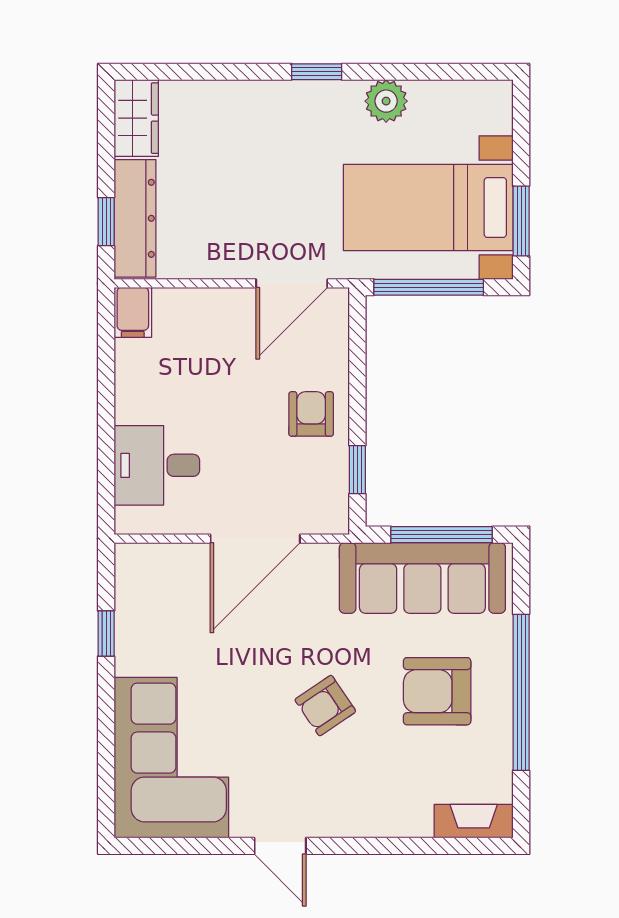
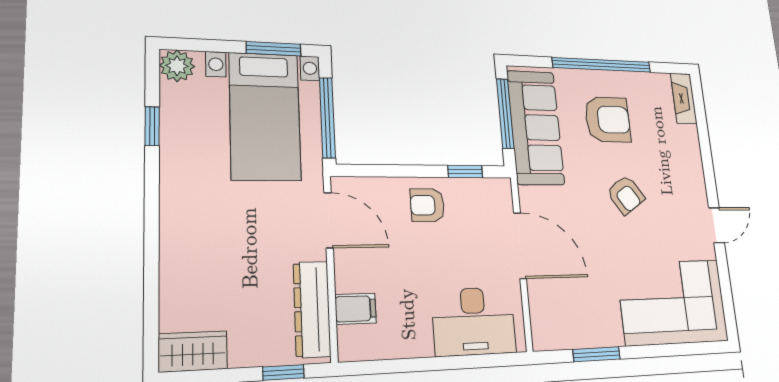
window: (317, 72) -> (152, 126), moved
plant: (386, 101) -> (177, 66), moved
dresser: (135, 218) -> (312, 309), moved, turned -90
filing cabinet: (133, 312) -> (356, 309), moved
desk: (157, 465) -> (474, 321), width x1.37
window: (106, 633) -> (597, 354), width x1.50
armchair: (437, 691) -> (608, 119), turned -90

